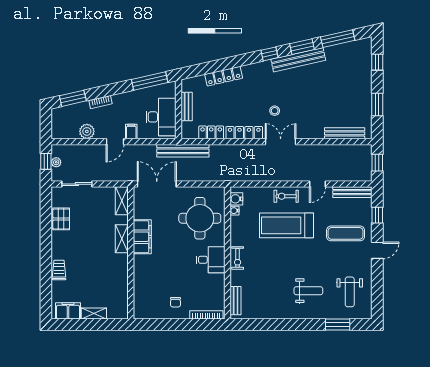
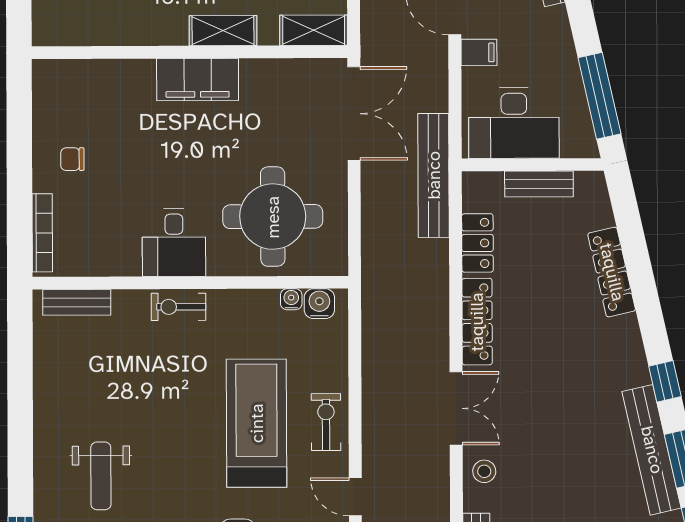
stool: (275, 111) -> (484, 471), moved
filing cabinet: (142, 237) -> (198, 80), moved

